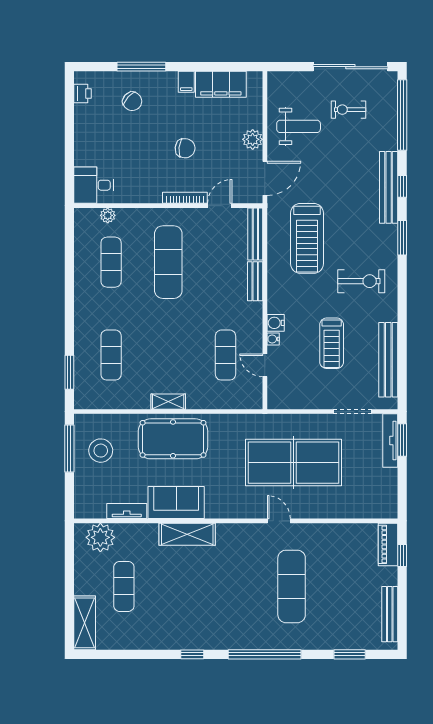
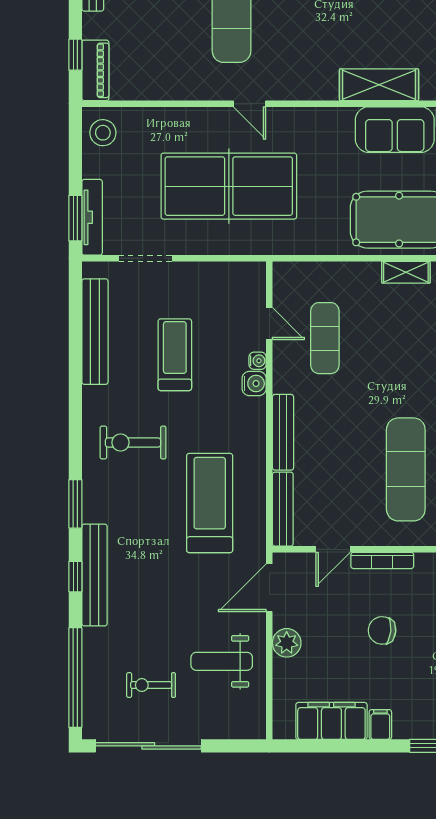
exercise bike: (348, 110) -> (151, 685), turned 180
bench: (255, 281) -> (283, 432), width x1.36
stool: (383, 500) -> (103, 133), added

